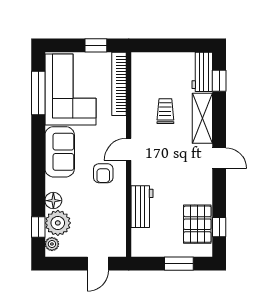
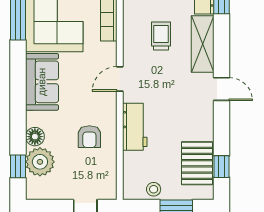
armchair: (103, 173) -> (89, 137), moved
workbench: (142, 207) -> (135, 127), moved
plant: (52, 244) -> (33, 186), removed
stool: (159, 247) -> (154, 189), added

